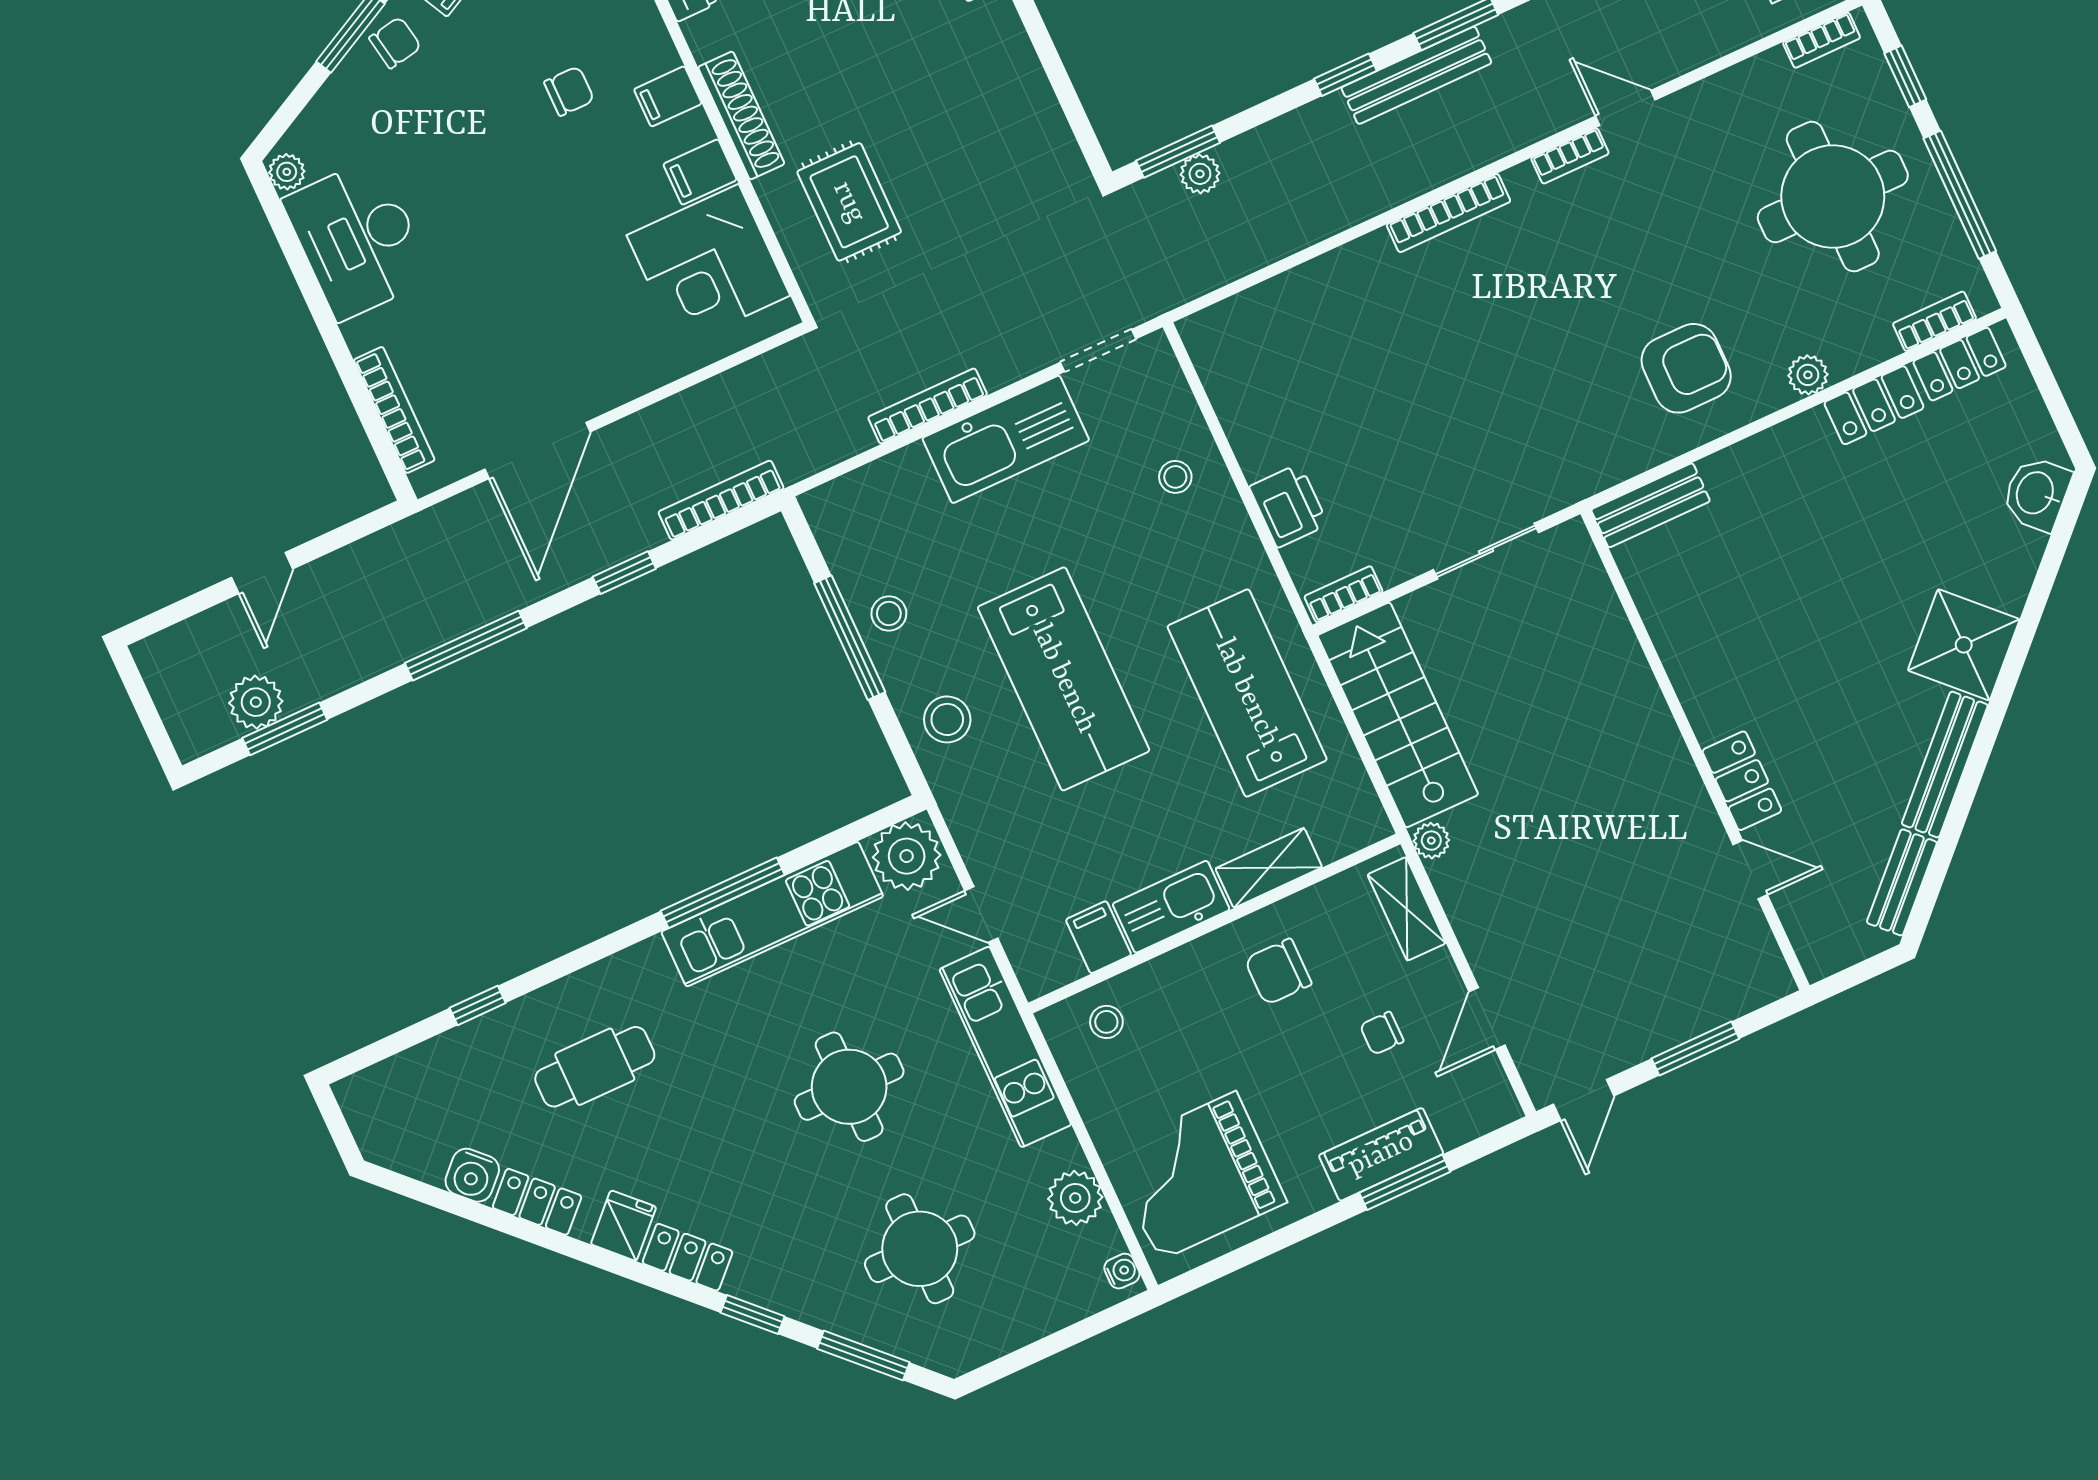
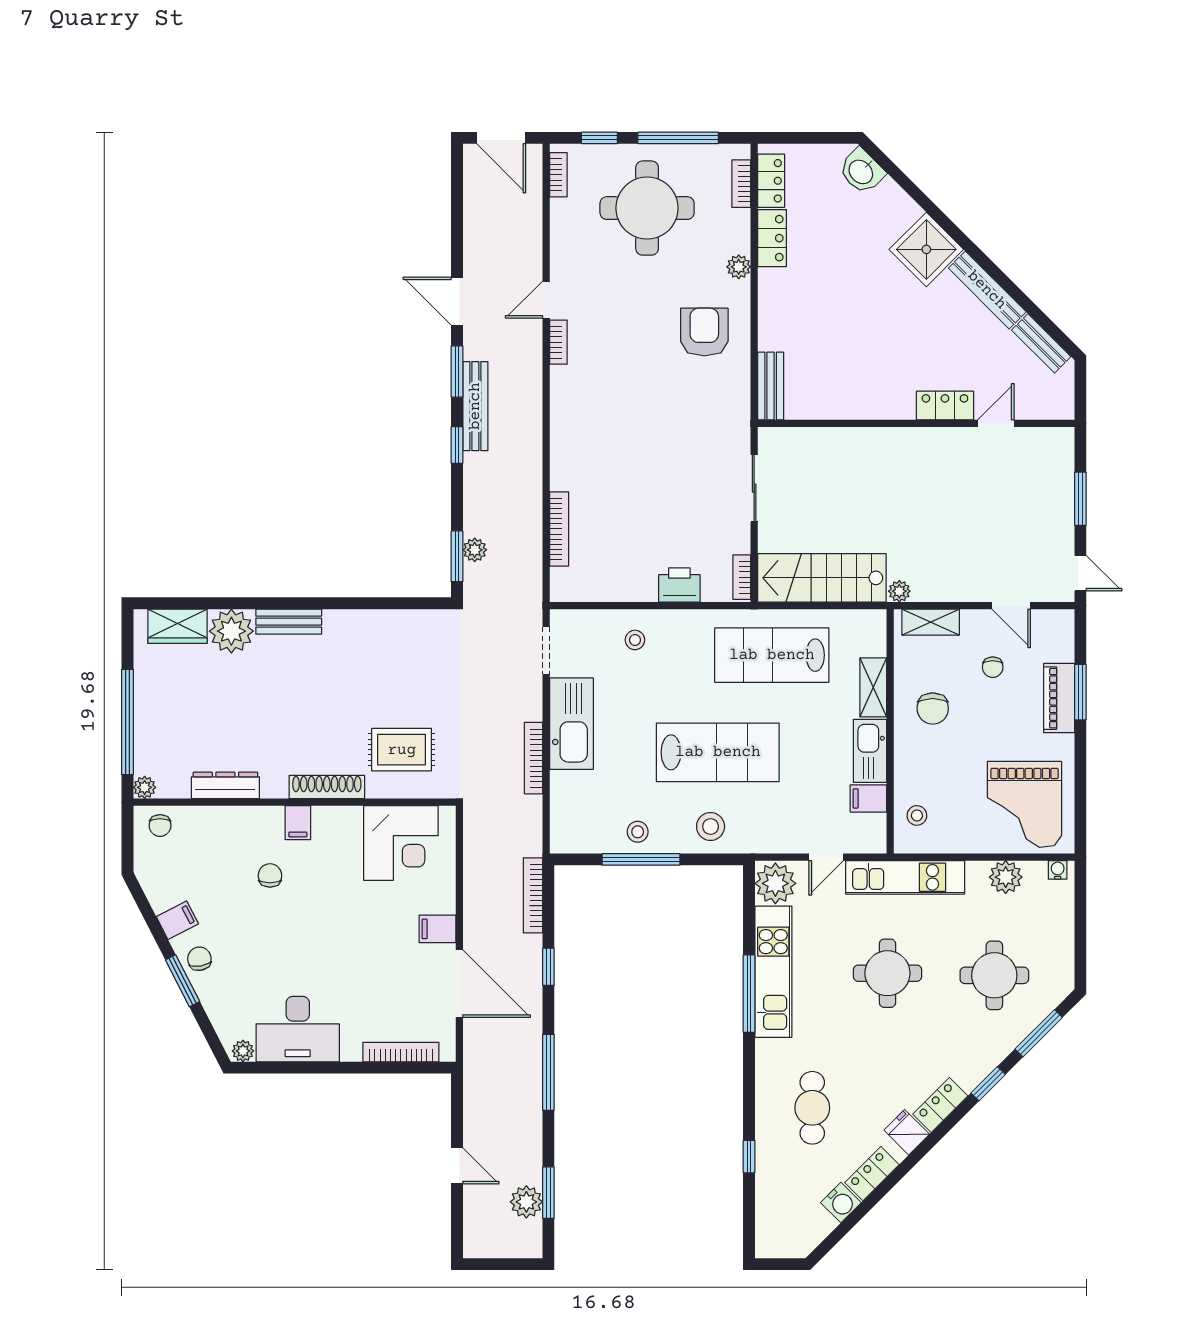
filing cabinet: (700, 172) -> (437, 929), moved, turned 90
bookcase: (1449, 213) -> (559, 529), moved

